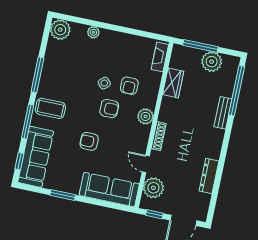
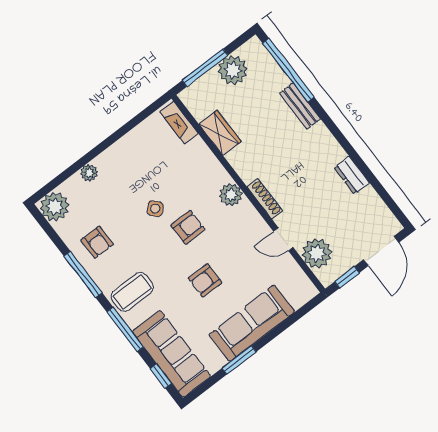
armchair: (129, 86) -> (97, 242), moved
dresser: (209, 176) -> (352, 175), width x0.70
sofa: (109, 190) -> (252, 323), moved

